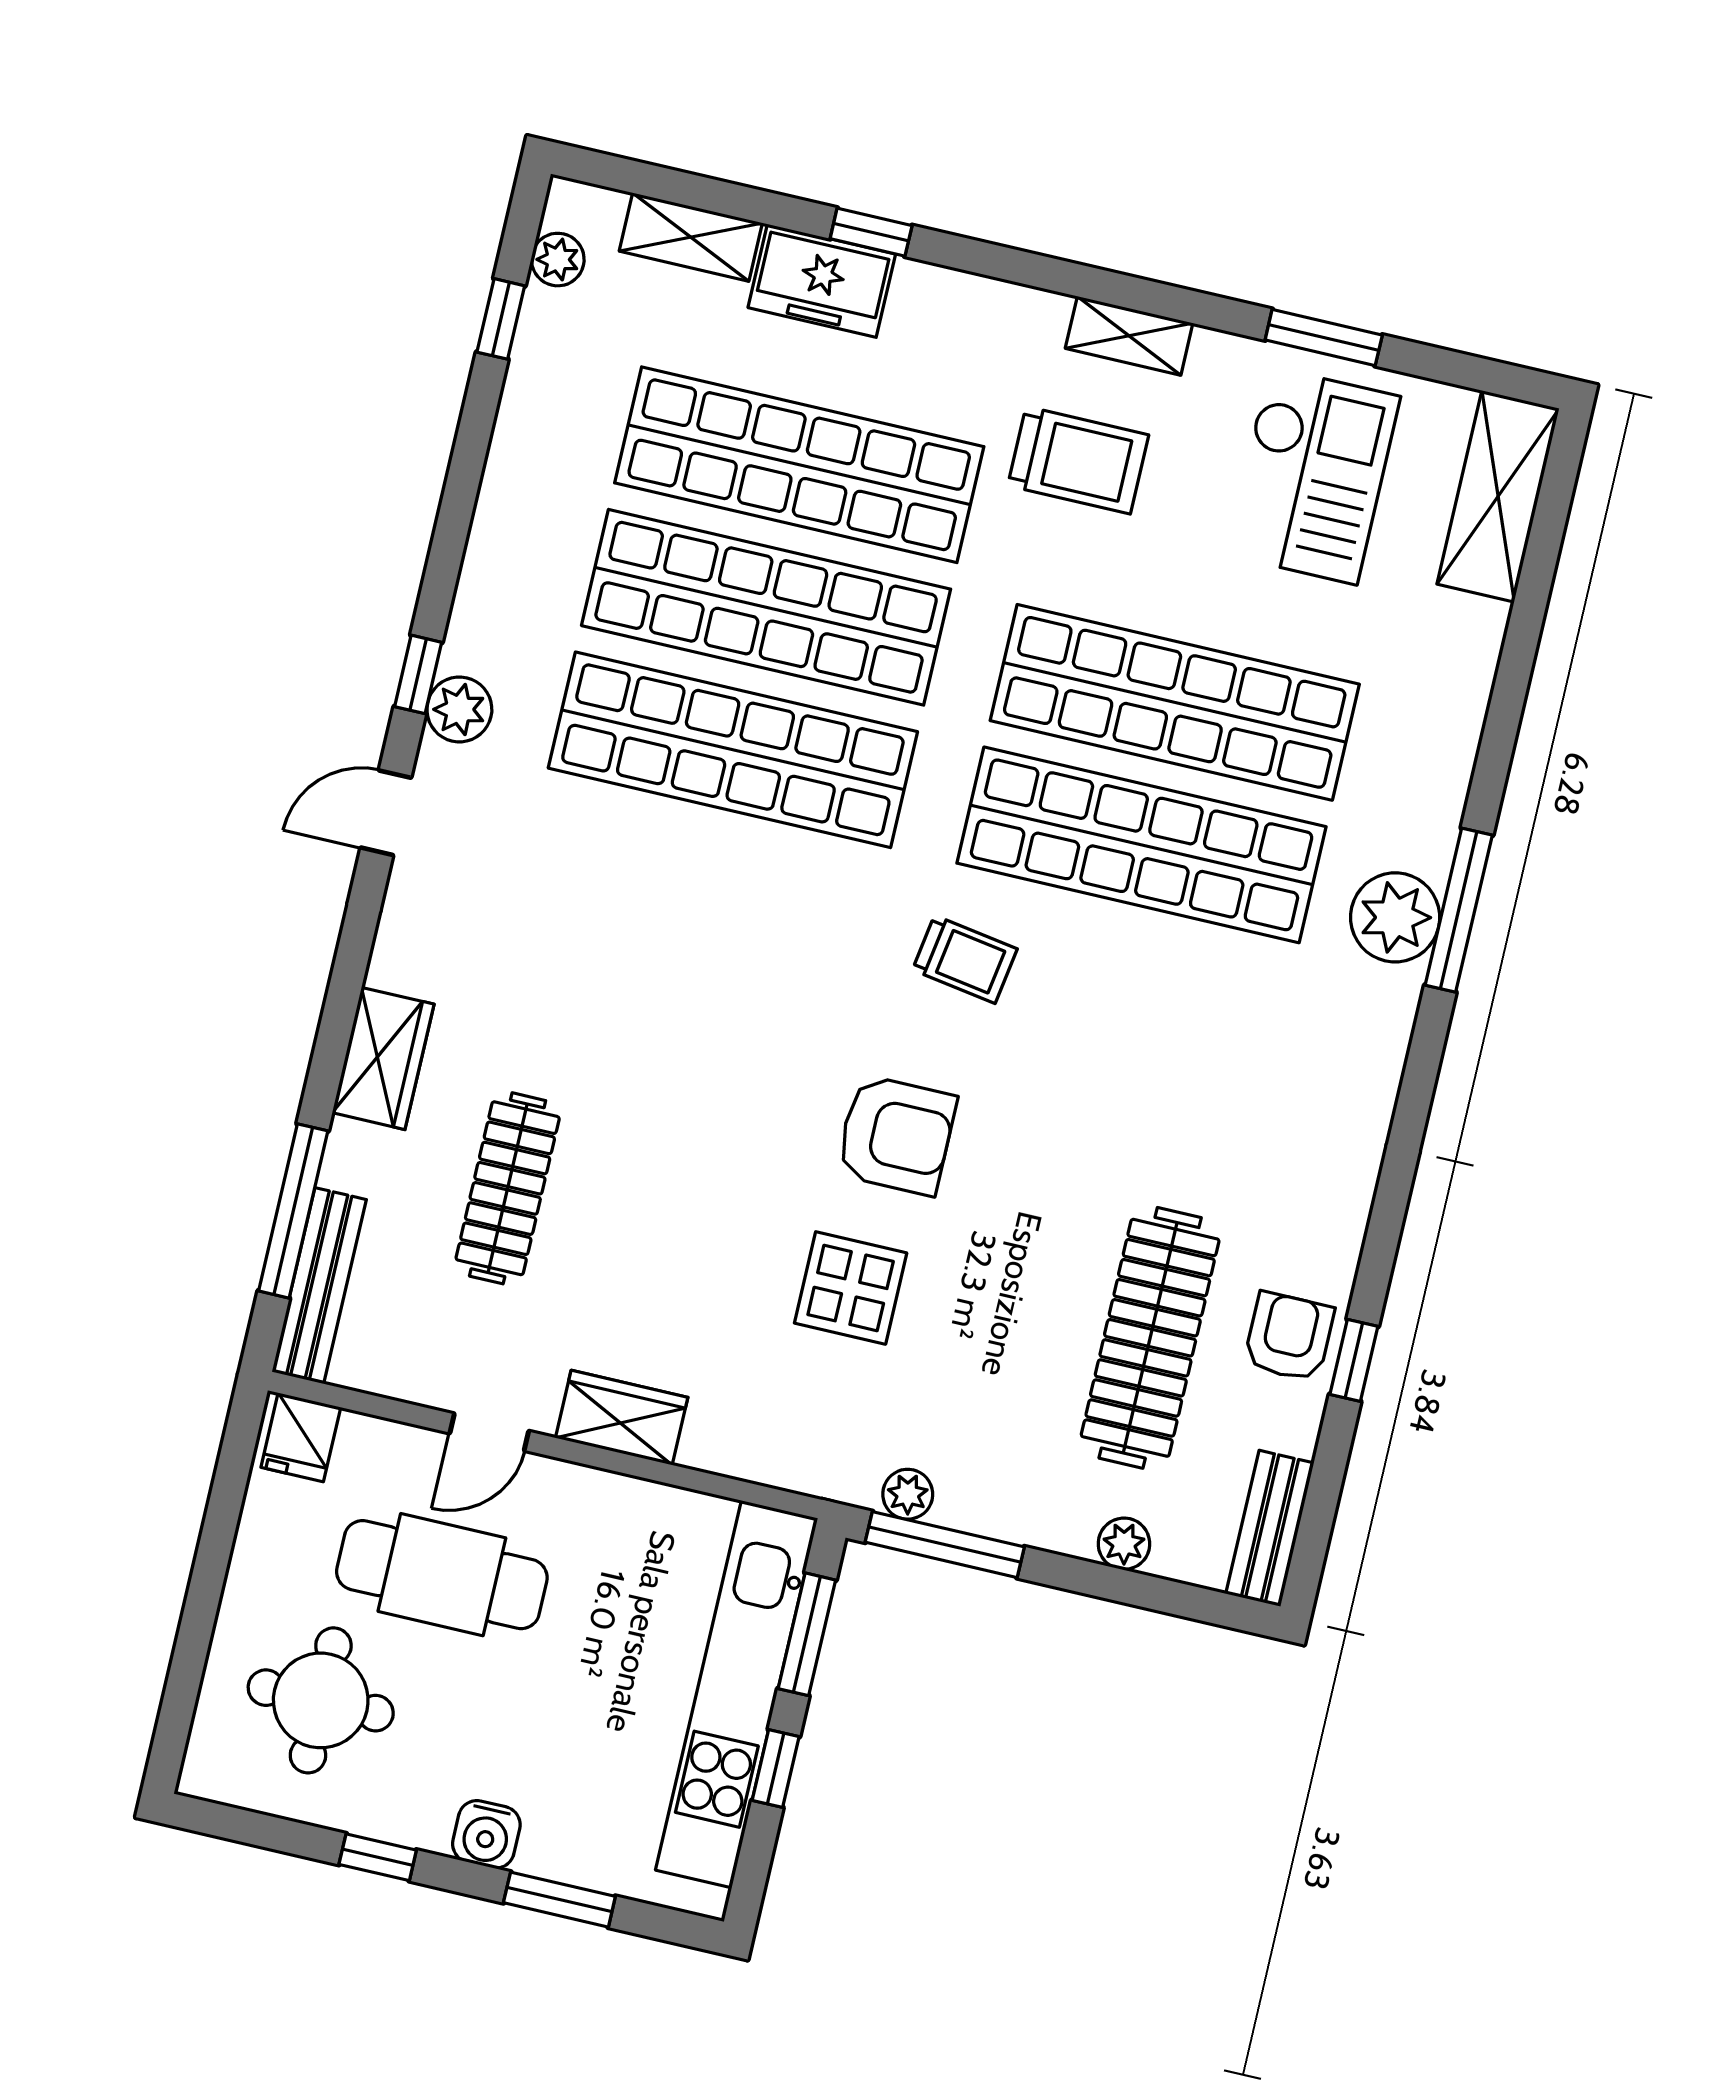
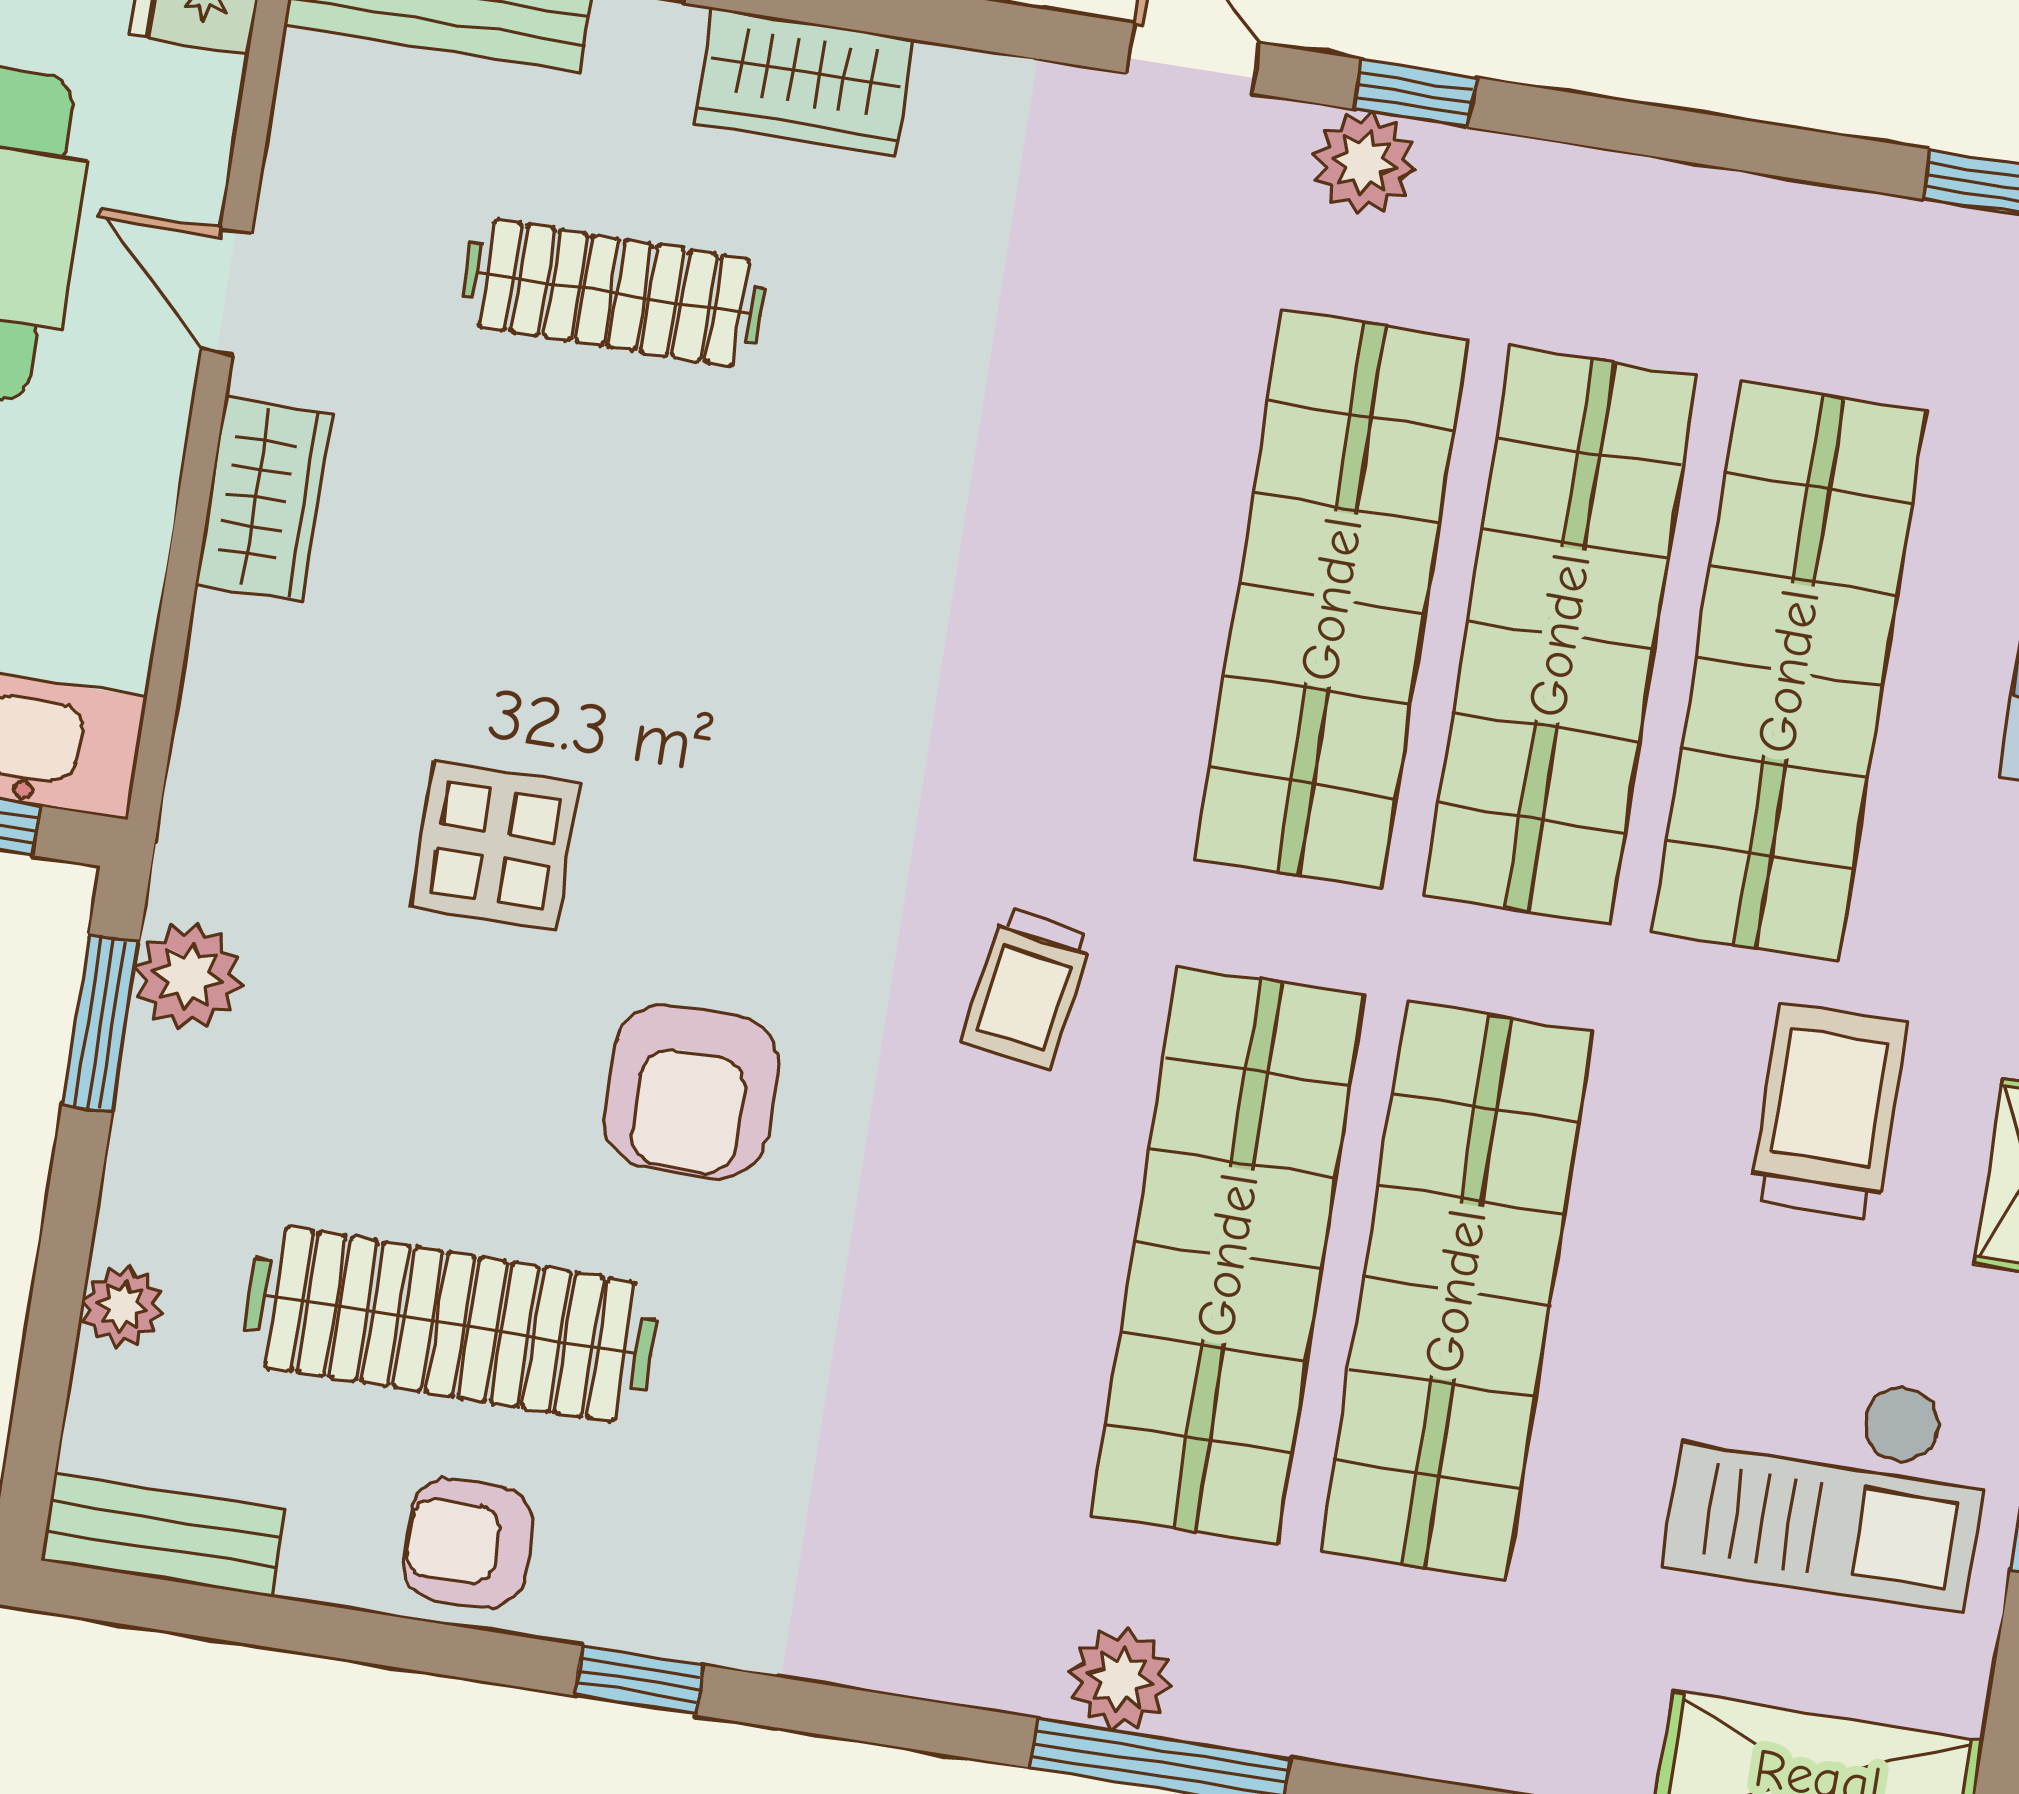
trolley: (1078, 460) -> (1828, 1111), turned 180
plant: (1395, 917) -> (1120, 1679), width x0.73, depth x0.73
armchair: (896, 1135) -> (691, 1091), moved
armchair: (1289, 1337) -> (468, 1543), turned 180
window: (1354, 1360) -> (639, 1680), moved
plant: (908, 1494) -> (188, 976), width x1.38, depth x1.38
window: (945, 1545) -> (101, 1023), width x0.69

